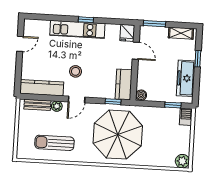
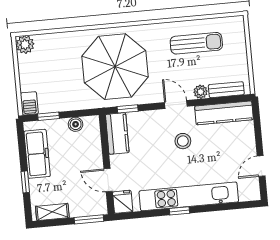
kitchen unit: (77, 29) -> (189, 196), width x1.36
boiler: (141, 95) -> (76, 124), moved
door: (77, 99) -> (176, 104), hinge flipped

